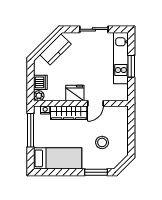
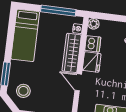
dishwasher: (40, 82) -> (93, 44), moved, turned -90
stool: (102, 142) -> (23, 91), moved

